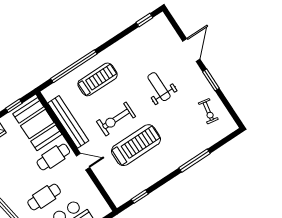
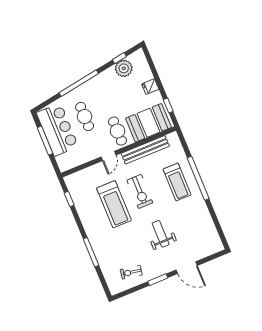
window: (144, 20) -> (220, 232), removed
window: (74, 66) -> (198, 178), moved
weight bench: (159, 87) -> (161, 234), turned -90
exercise bike: (116, 119) -> (140, 191), turned 180

